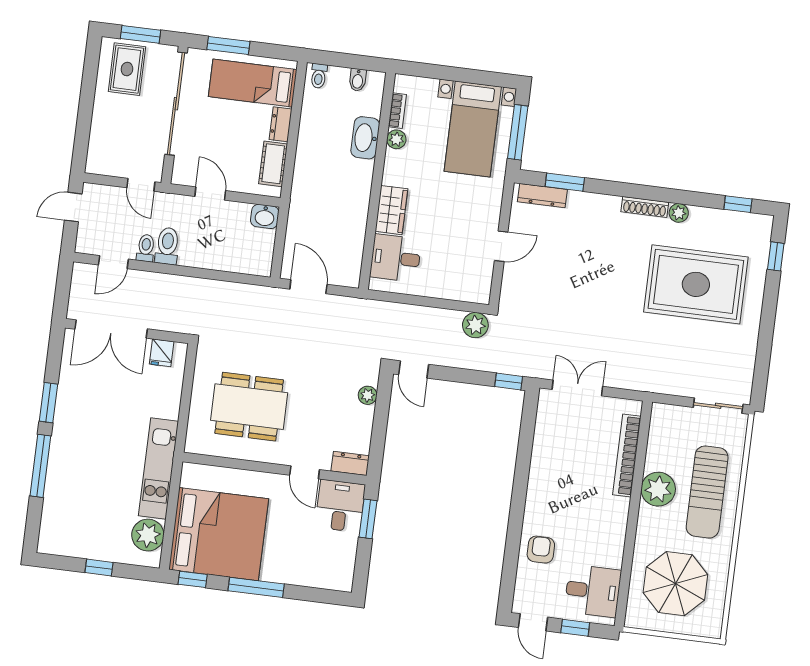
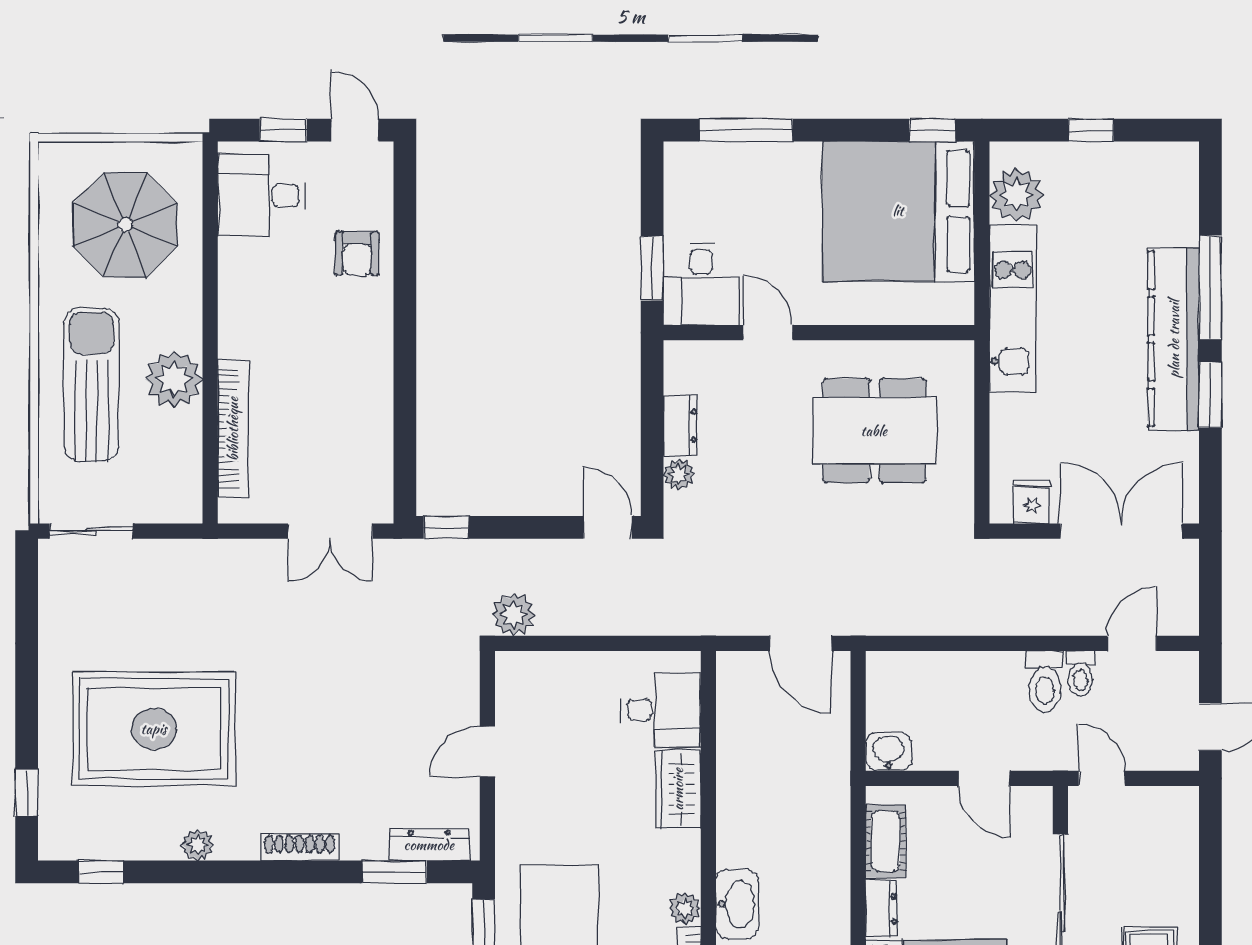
shoe rack: (645, 207) -> (299, 848), moved
kitchen counter: (66, 438) -> (1174, 339), added
dresser: (350, 463) -> (680, 426), moved, turned -90
window: (256, 587) -> (746, 130), moved

